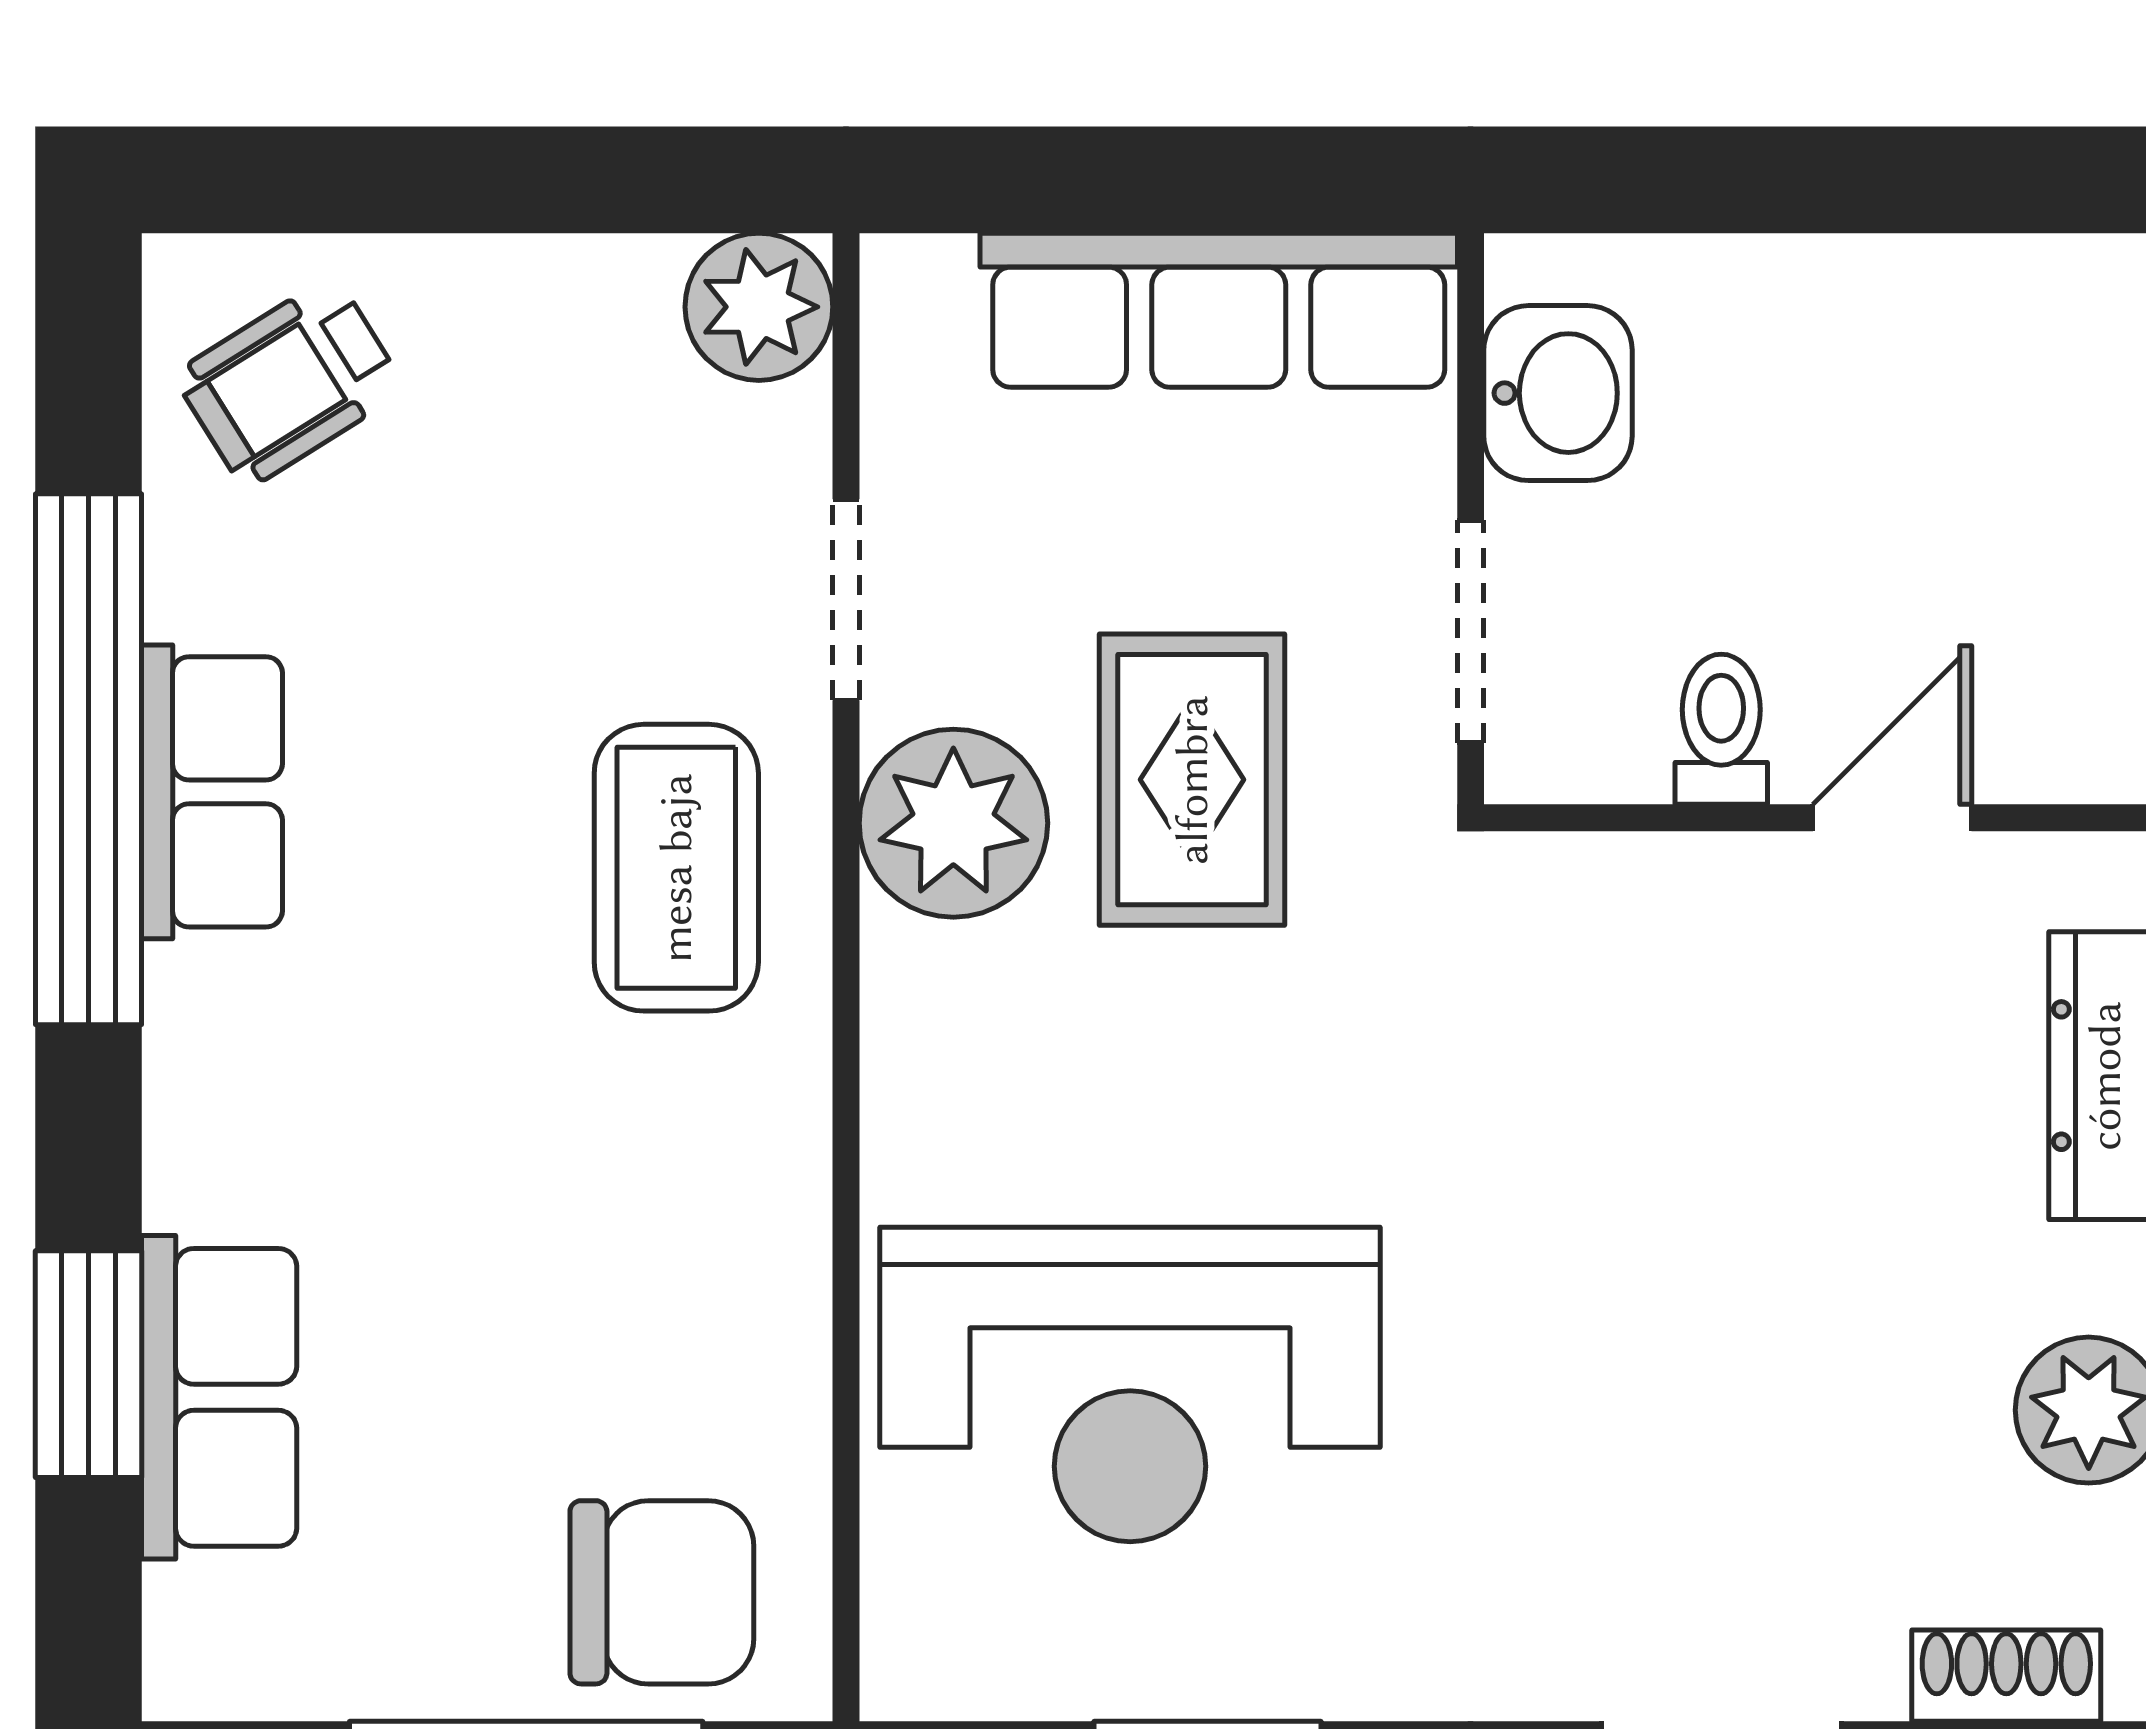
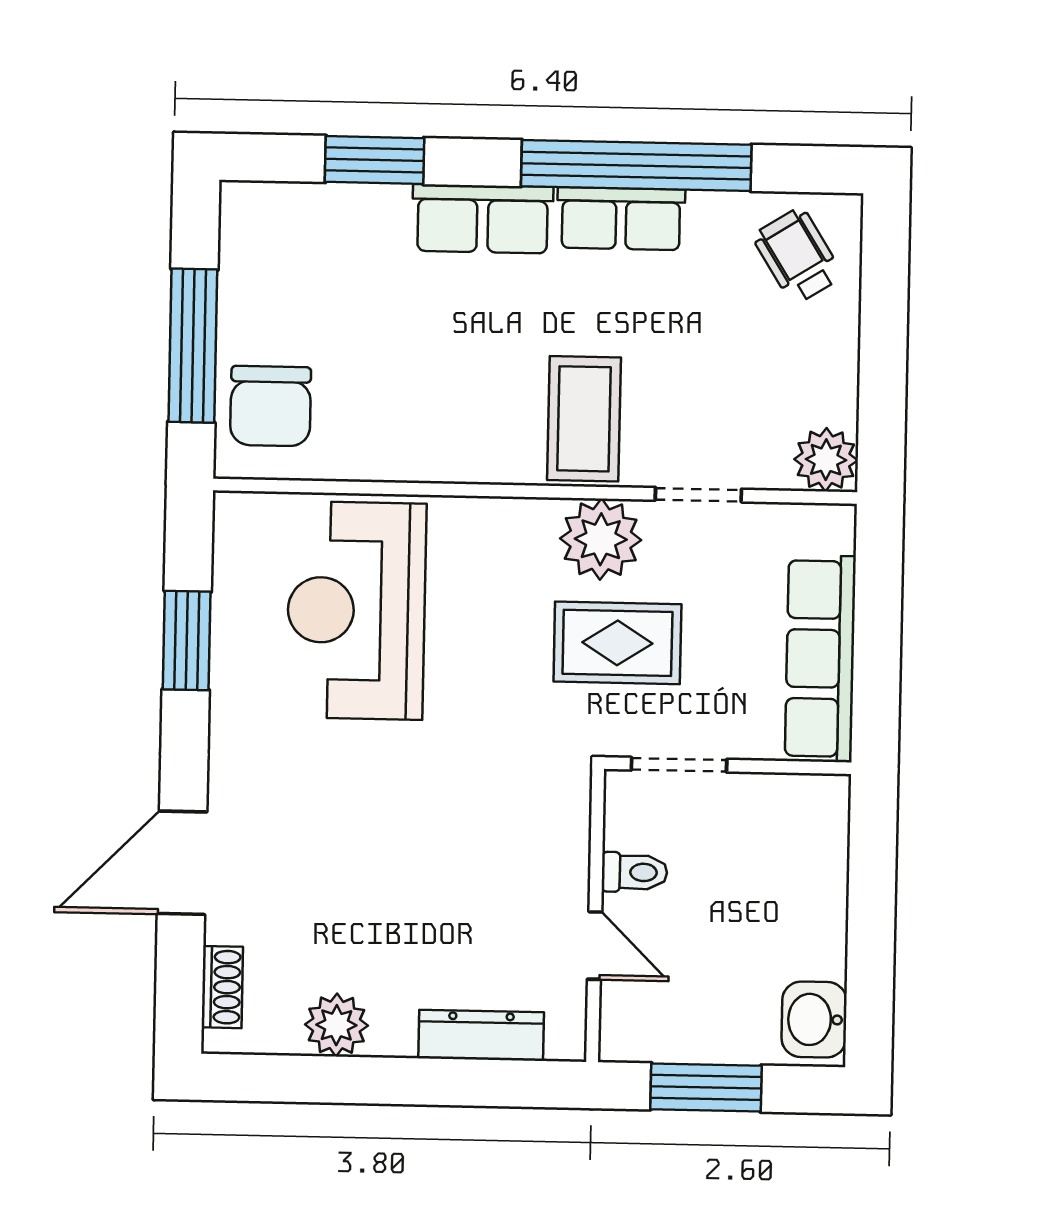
washbasin: (1558, 393) -> (814, 1019), moved, turned 90
coffee table: (676, 868) -> (584, 419), turned 90
row of seats: (219, 1397) -> (483, 219), moved

